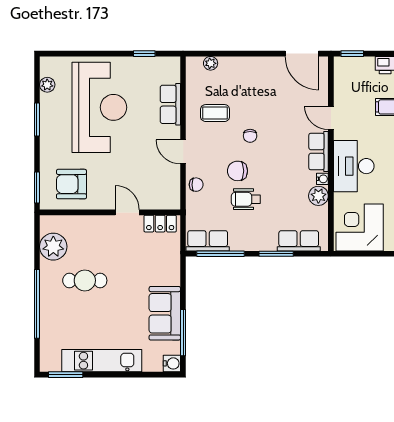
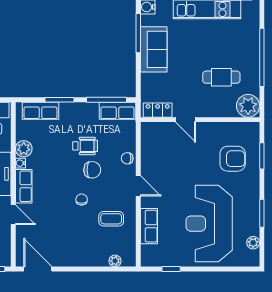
wall: (110, 212) -> (200, 120), moved
door: (127, 212) -> (185, 120), moved
locker: (160, 224) -> (158, 110), moved

